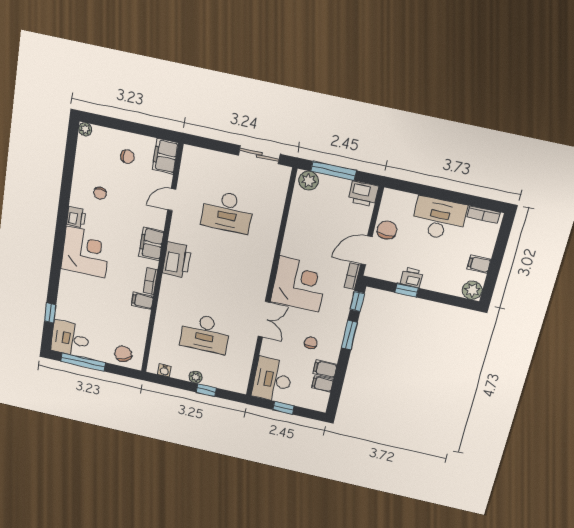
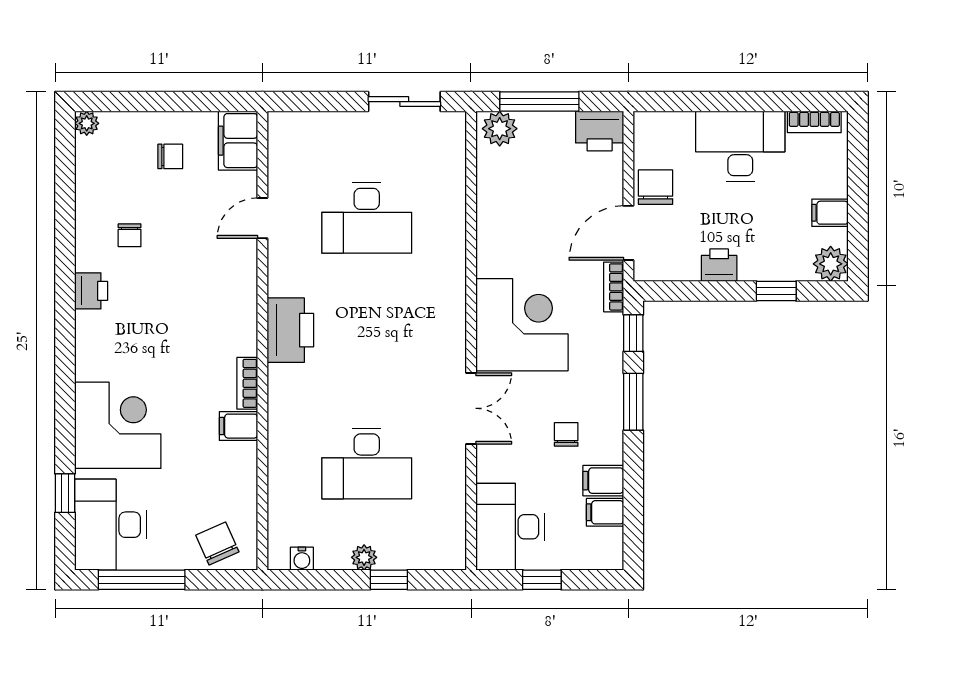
filing cabinet: (151, 244) -> (238, 310), removed
corner desk: (86, 252) -> (118, 425), moved
window: (407, 290) -> (776, 291), moved
desk: (70, 339) -> (110, 525), width x1.37

